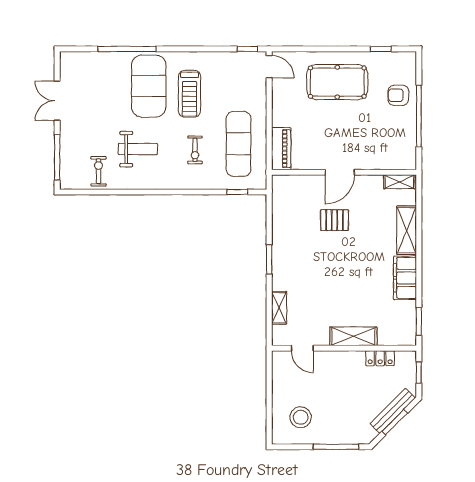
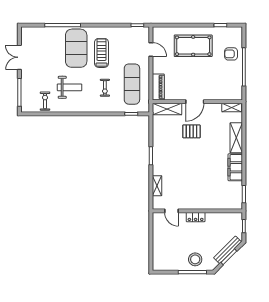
door: (269, 67) -> (151, 49), moved
treadmill: (189, 94) -> (101, 53), turned 180
shelving: (353, 336) -> (167, 109), moved
locker: (380, 358) -> (196, 217), moved
stool: (301, 417) -> (195, 259), moved

